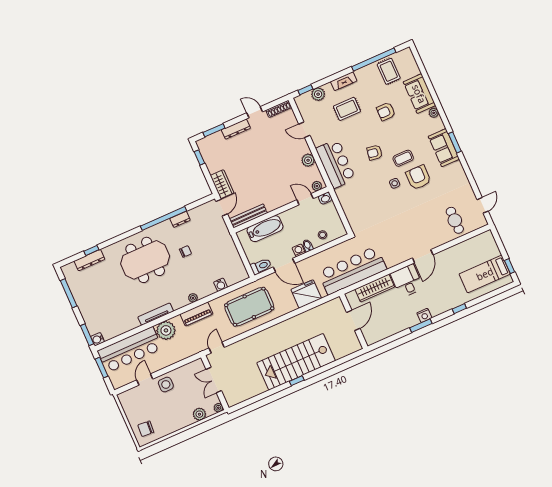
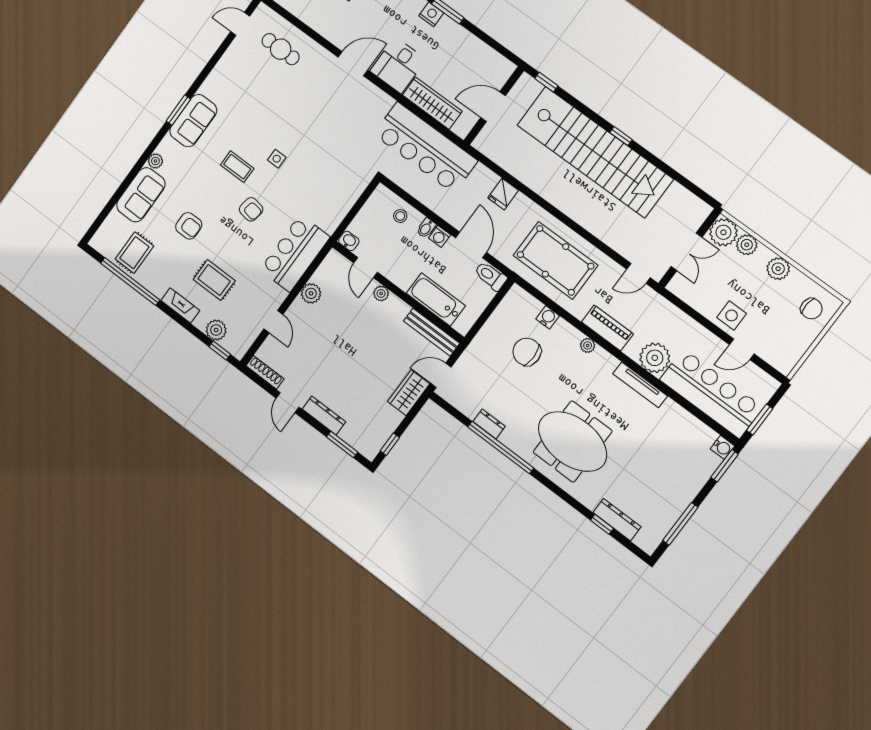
armchair: (418, 177) -> (251, 131), removed
plant: (317, 186) -> (381, 294), moved
cafe table: (455, 220) -> (281, 49), turned 90
chair: (185, 251) -> (527, 352), moved, width x1.87, depth x1.87
fridge: (306, 294) -> (503, 194), width x0.53, depth x0.75
window: (350, 357) -> (546, 82), added
stairs: (296, 362) -> (595, 152), width x1.36
plant: (218, 408) -> (723, 232), width x1.87, depth x1.87
plant: (177, 423) -> (778, 269), added

